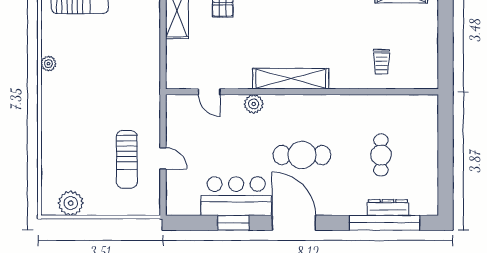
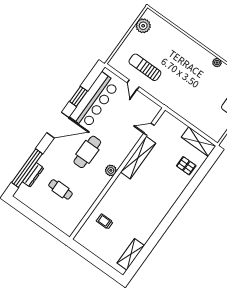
shelving: (291, 79) -> (138, 158), moved
plant: (254, 104) -> (111, 170), moved
door: (163, 158) -> (133, 85), hinge flipped
bar counter: (236, 196) -> (95, 101), width x1.36

